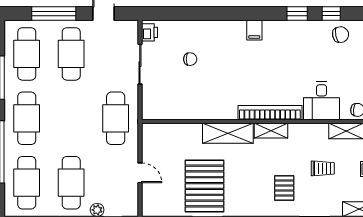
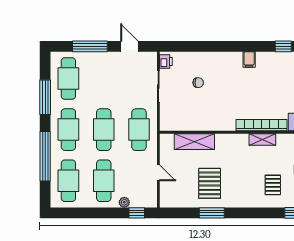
cafe table: (71, 54) -> (104, 130), moved
shelving: (228, 133) -> (194, 142), moved
pallet: (205, 186) -> (210, 183), width x0.73, depth x0.71

